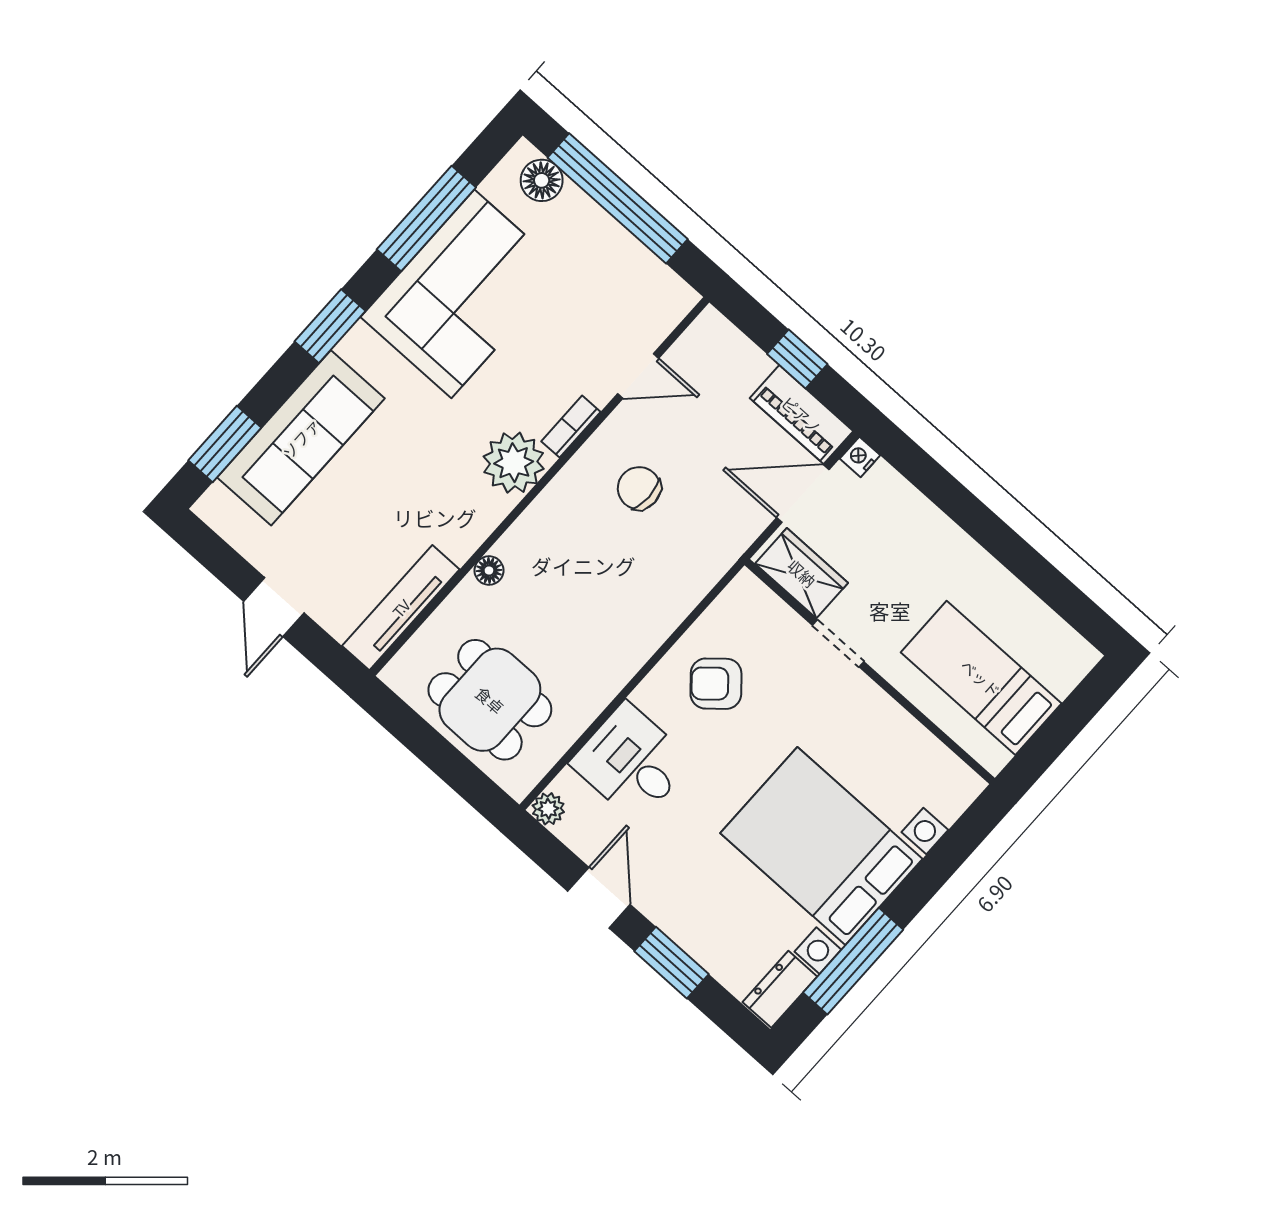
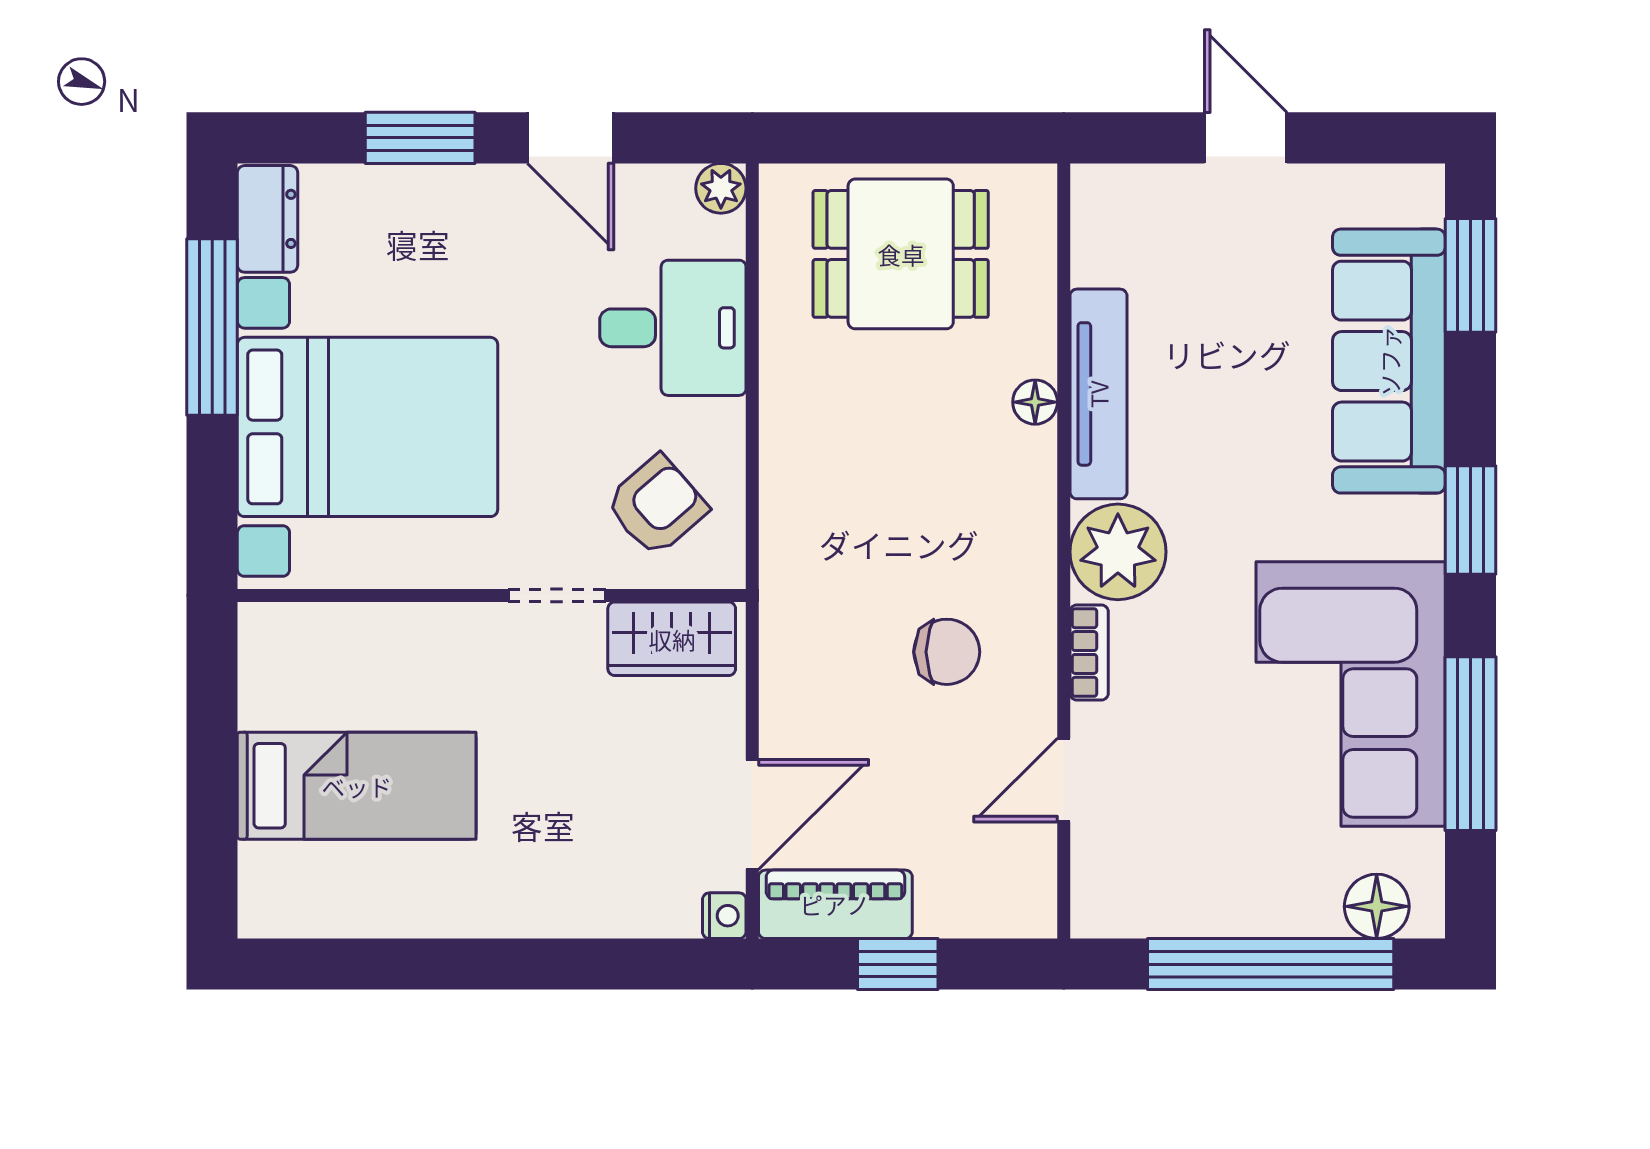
wardrobe: (802, 573) -> (672, 639), moved
tv unit: (401, 608) -> (1098, 394), moved
doorway: (838, 643) -> (557, 595), moved
wall: (870, 672) -> (492, 595), moved

